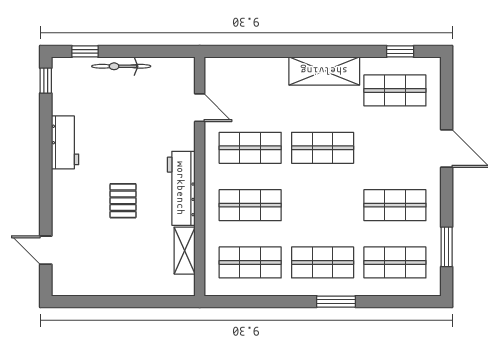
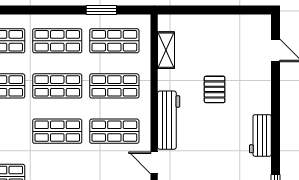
workbench: (181, 188) -> (169, 120), moved
shop shelf: (323, 205) -> (57, 86), added
window: (336, 302) -> (101, 10), moved

